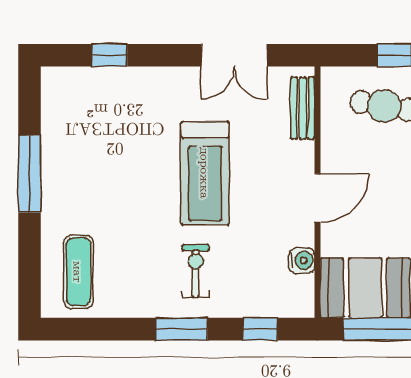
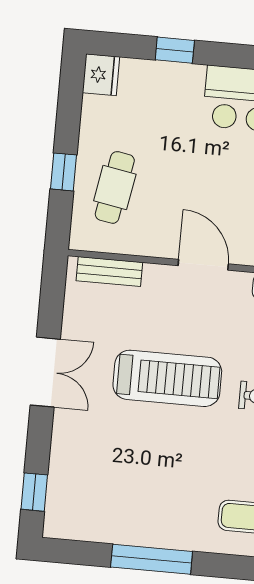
window: (109, 55) -> (34, 492), moved
double door: (234, 55) -> (45, 372), moved

